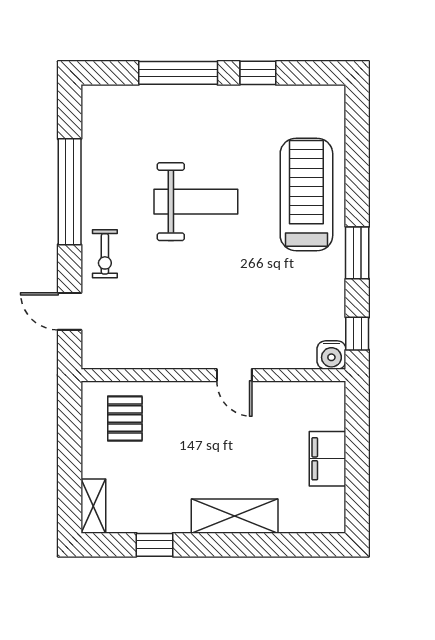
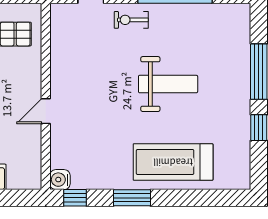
treadmill: (306, 195) -> (173, 162), turned 180
weight bench: (196, 202) -> (168, 84), turned -90

